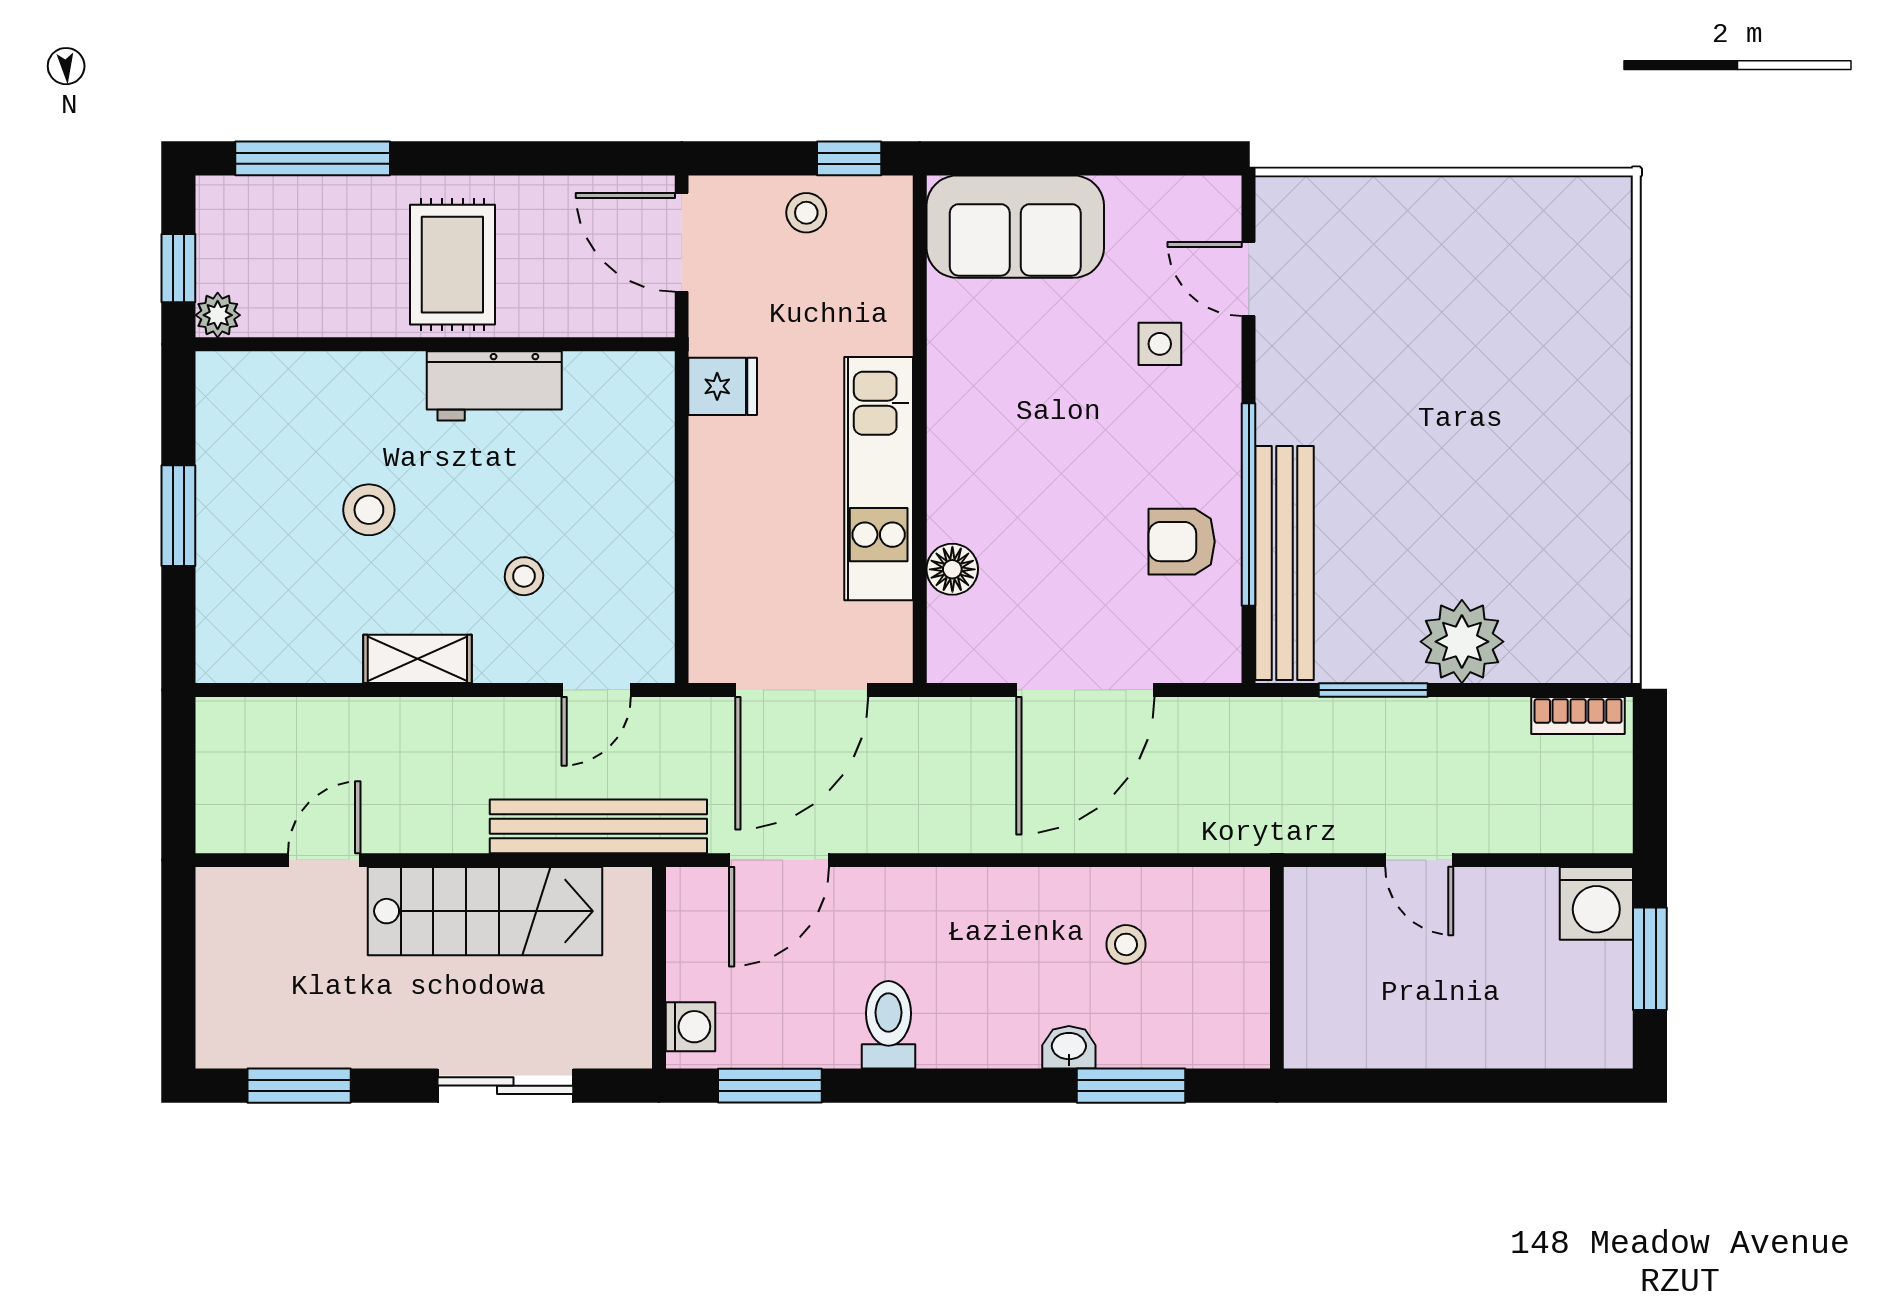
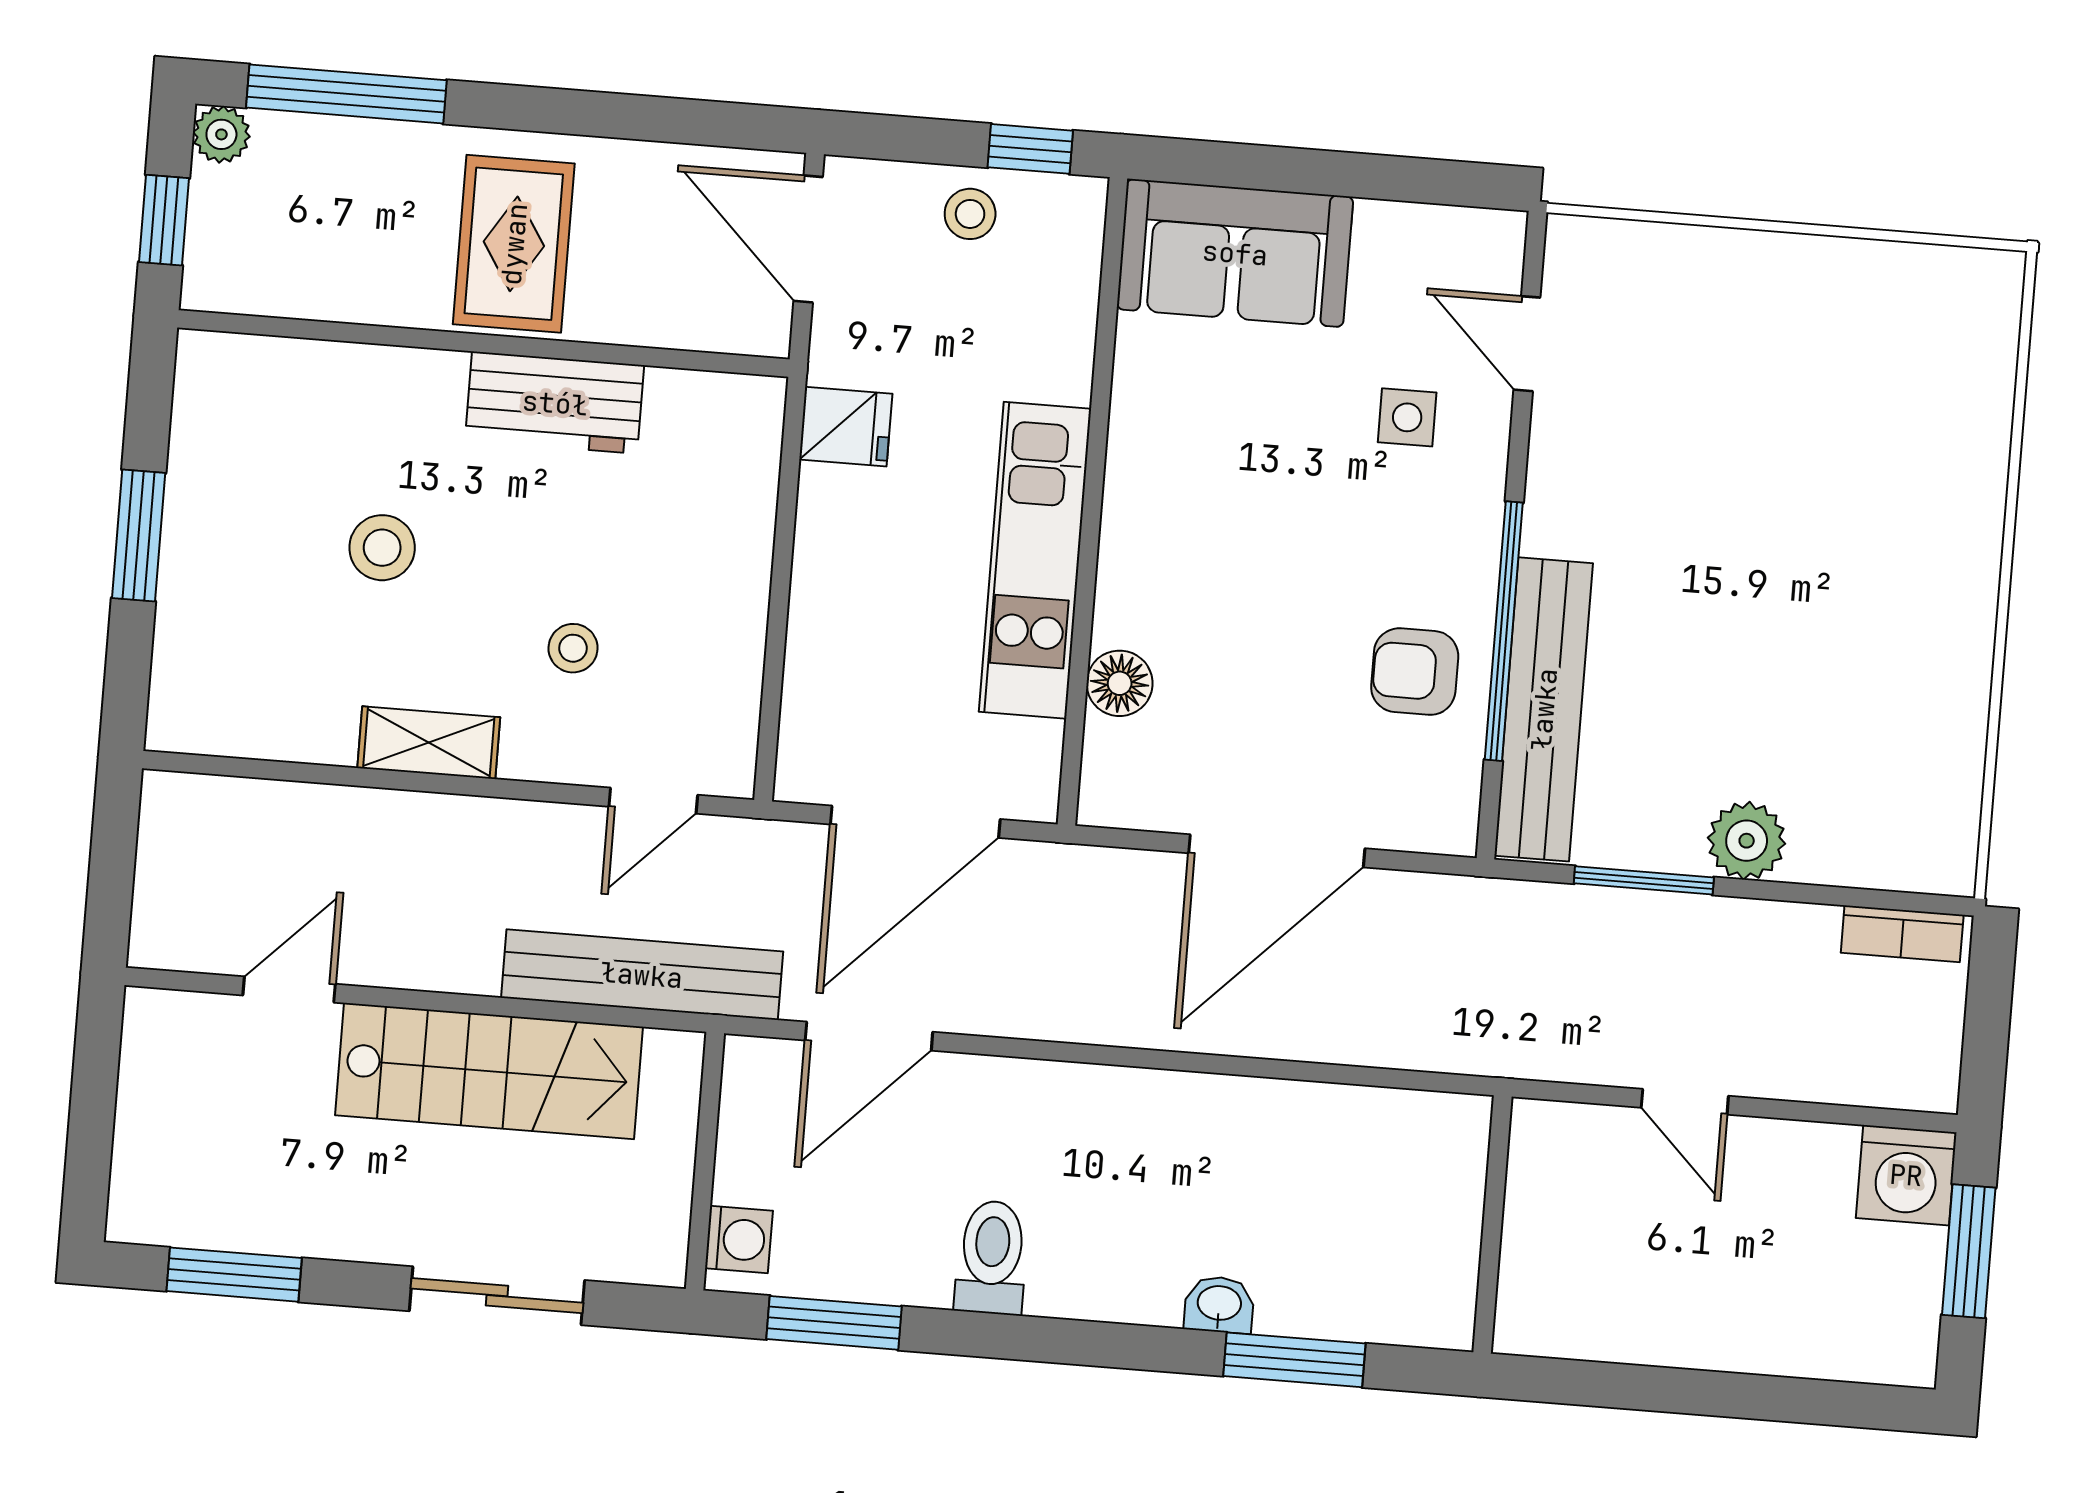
plant: (218, 315) -> (221, 134), moved
plant: (1462, 642) -> (1747, 841), width x0.73, depth x0.73
stool: (1126, 944) -> (1303, 1179), removed

